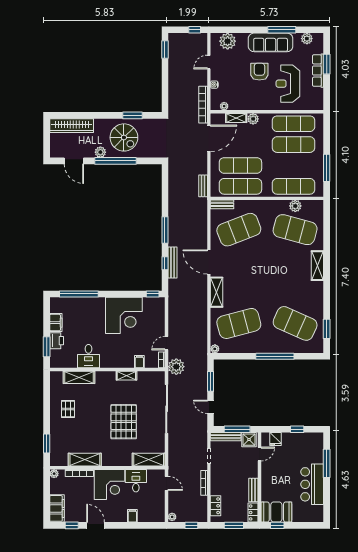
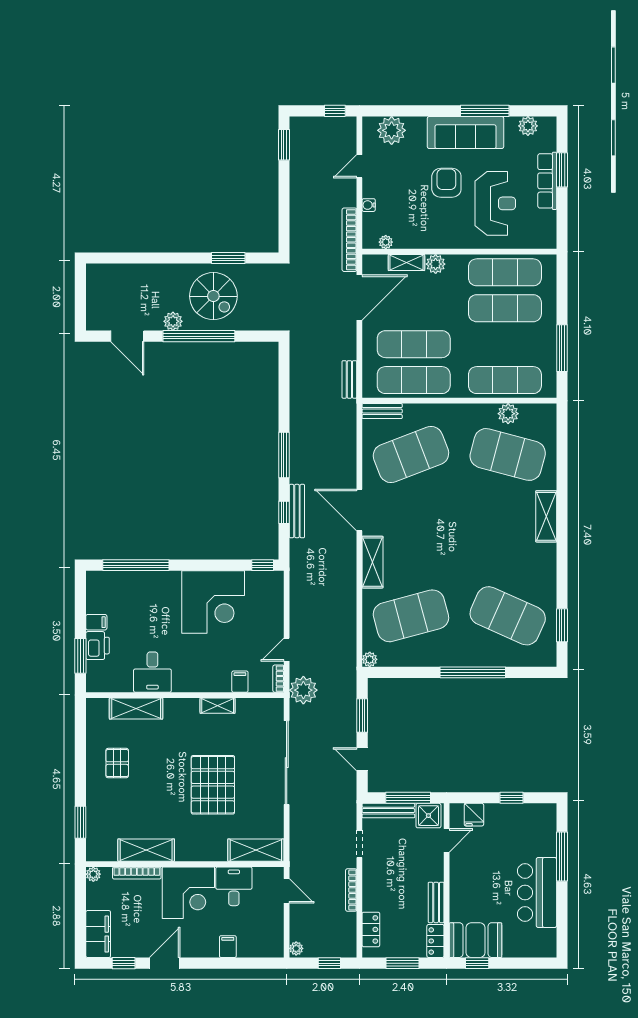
reception desk: (288, 84) -> (495, 203), turned 180
wardrobe: (72, 126) -> (123, 276), removed
filing cabinet: (56, 323) -> (96, 622), width x0.50
door: (96, 525) -> (165, 963), hinge flipped

